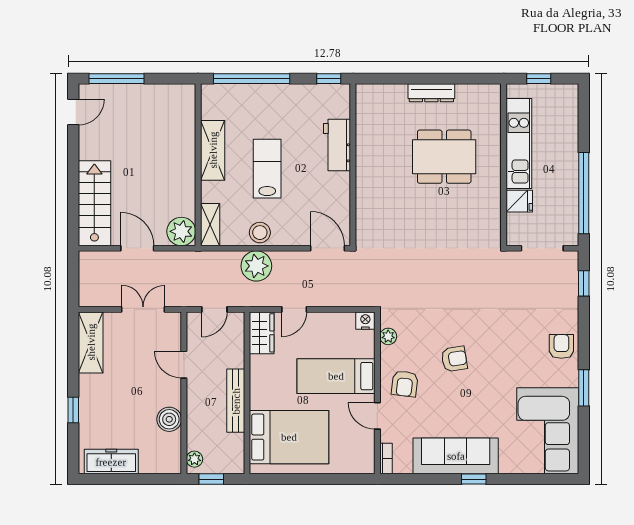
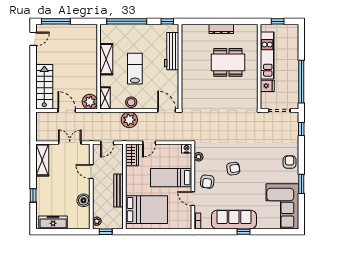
workbench: (337, 145) -> (172, 51), width x1.38

